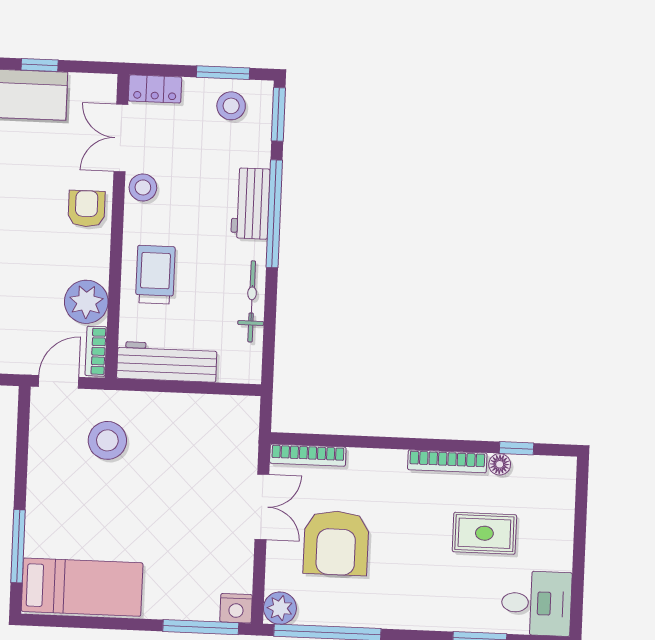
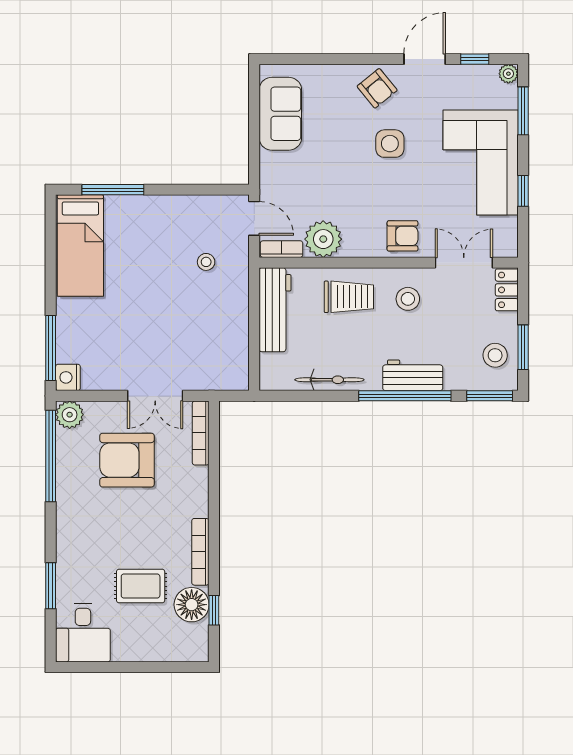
stool: (143, 187) -> (408, 299), moved
stool: (107, 440) -> (206, 262), width x0.53, depth x0.53
floor lamp: (500, 464) -> (192, 605), width x1.89, depth x1.89
rug: (484, 533) -> (141, 586), turned 90

